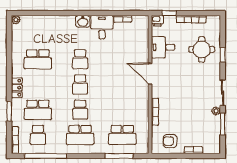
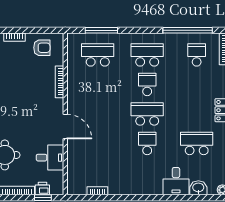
washbasin: (83, 21) -> (198, 188), moved
printer: (157, 21) -> (42, 189), moved
desk: (102, 27) -> (176, 181), moved
school desk: (80, 84) -> (147, 114), width x1.85
school desk: (38, 110) -> (197, 84), removed

